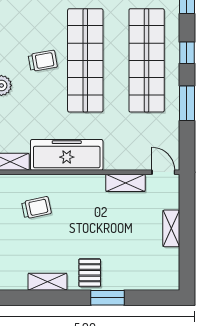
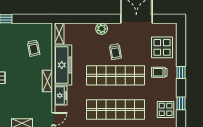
freezer: (121, 159) -> (61, 96), added
shelving: (125, 183) -> (47, 81), moved

